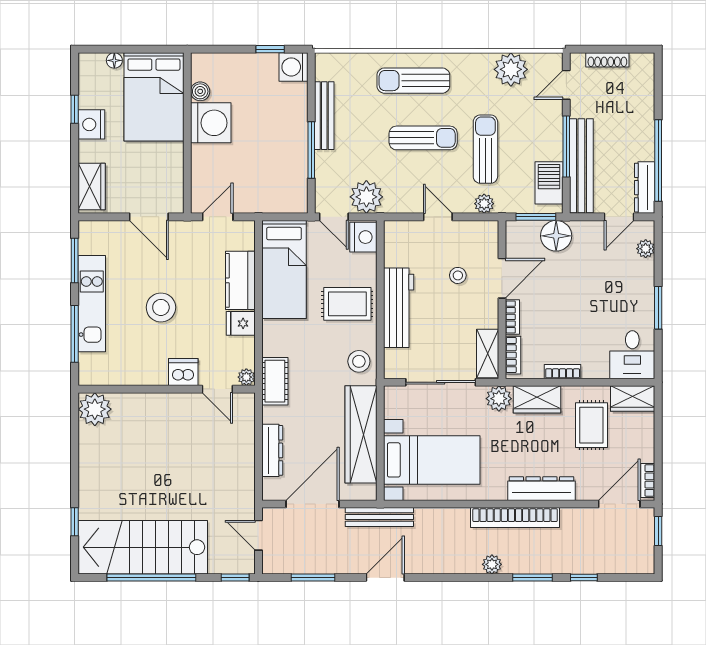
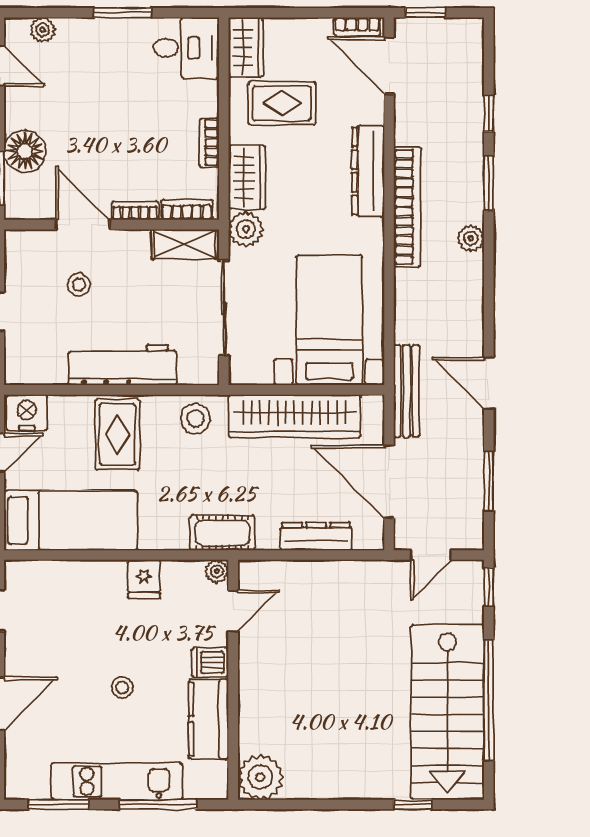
kitchen counter: (240, 280) -> (209, 719), moved, turned 90
stool: (161, 307) -> (122, 687), width x0.53, depth x0.53
dishwasher: (183, 372) -> (210, 663), width x0.73

